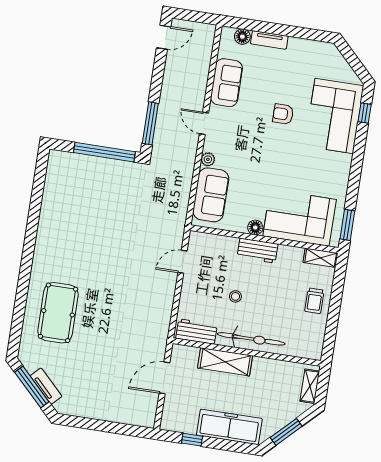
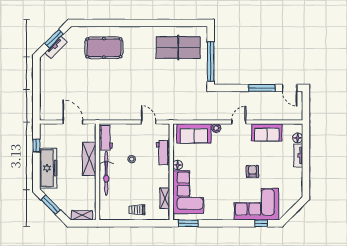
window: (150, 123) -> (262, 88), moved
table tennis table: (75, 199) -> (178, 48), added
workbench: (257, 251) -> (163, 153), moved
shelving: (321, 258) -> (165, 198), moved
window: (32, 387) -> (54, 39), width x0.69

